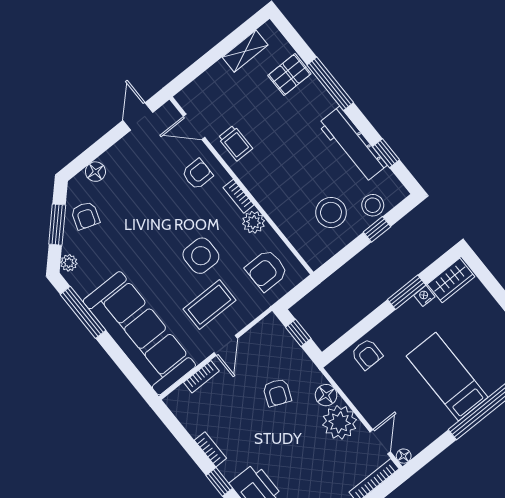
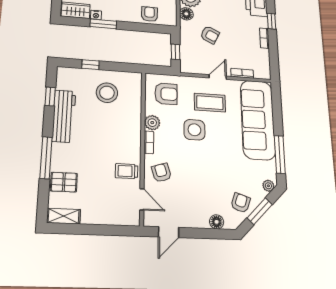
shelving: (245, 51) -> (64, 216), moved
trolley: (235, 143) -> (127, 171), turned -90
armchair: (197, 174) -> (161, 173), turned 73
stool: (373, 205) -> (82, 78), removed
armchair: (277, 393) -> (210, 35), turned 93

